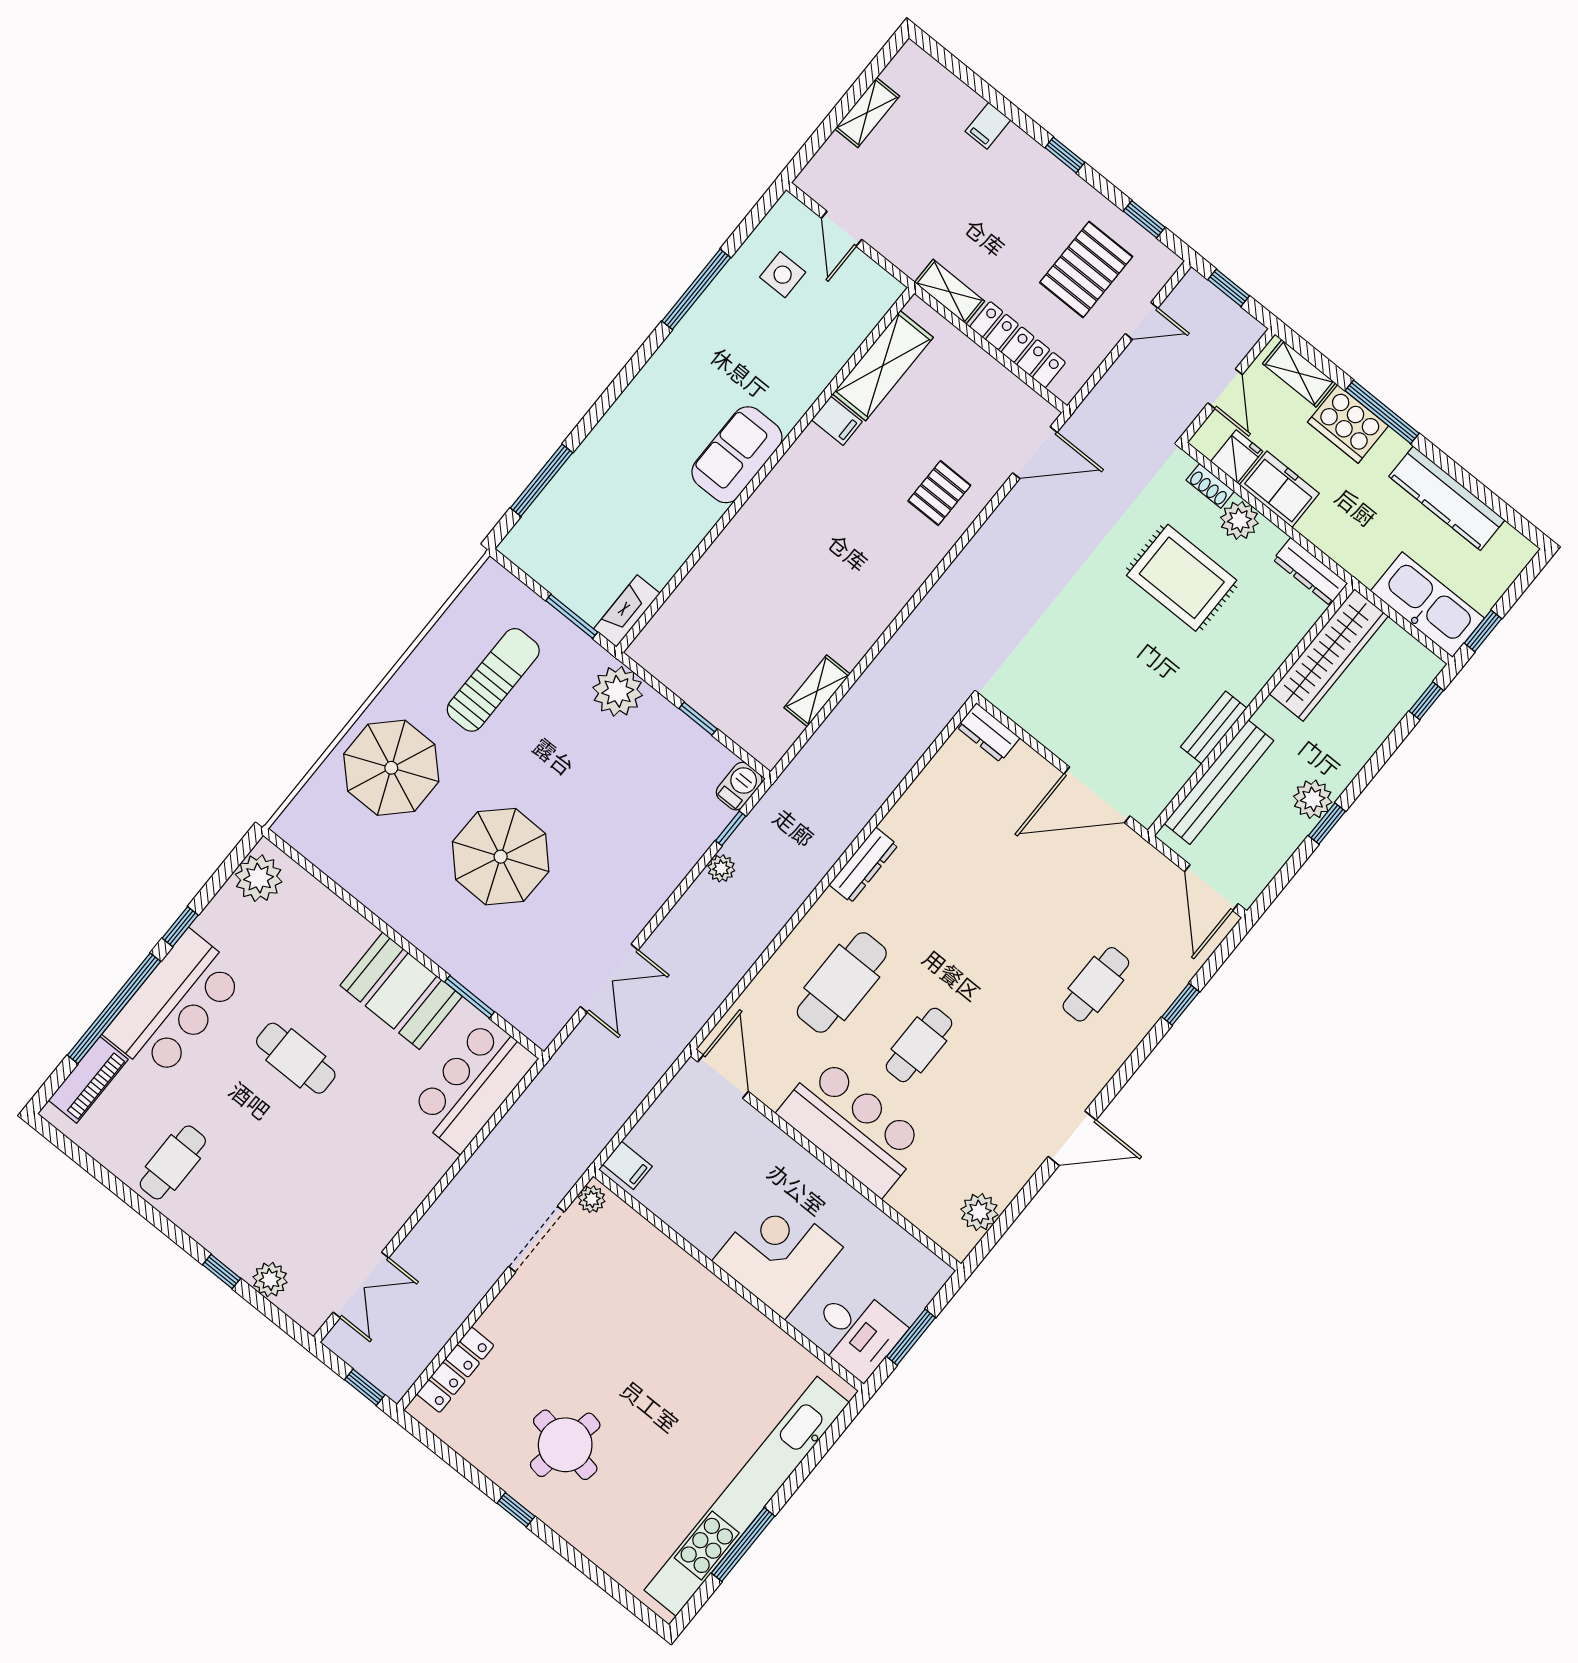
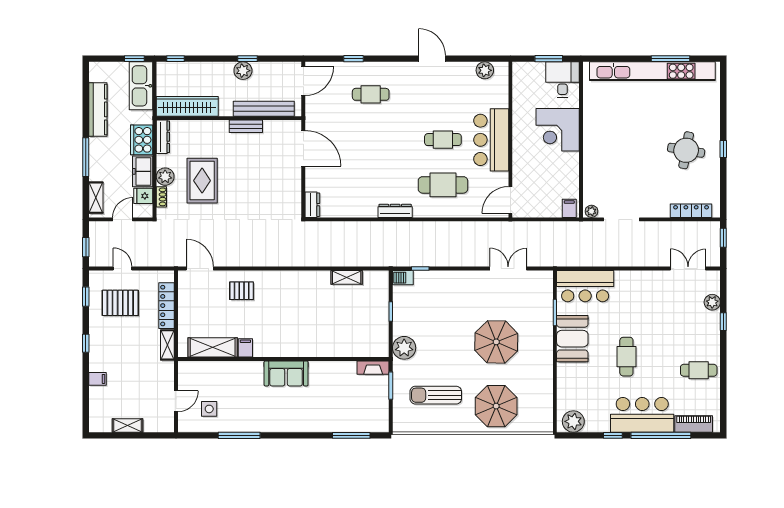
cooker: (1348, 424) -> (142, 140), moved, turned 180
plant: (721, 868) -> (437, 260), removed

